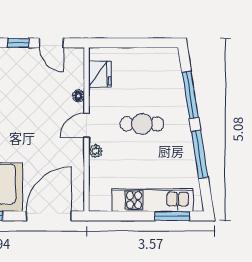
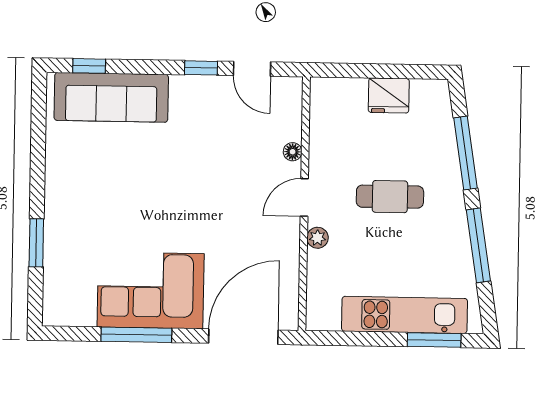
fridge: (100, 74) -> (389, 95), moved, turned 90

